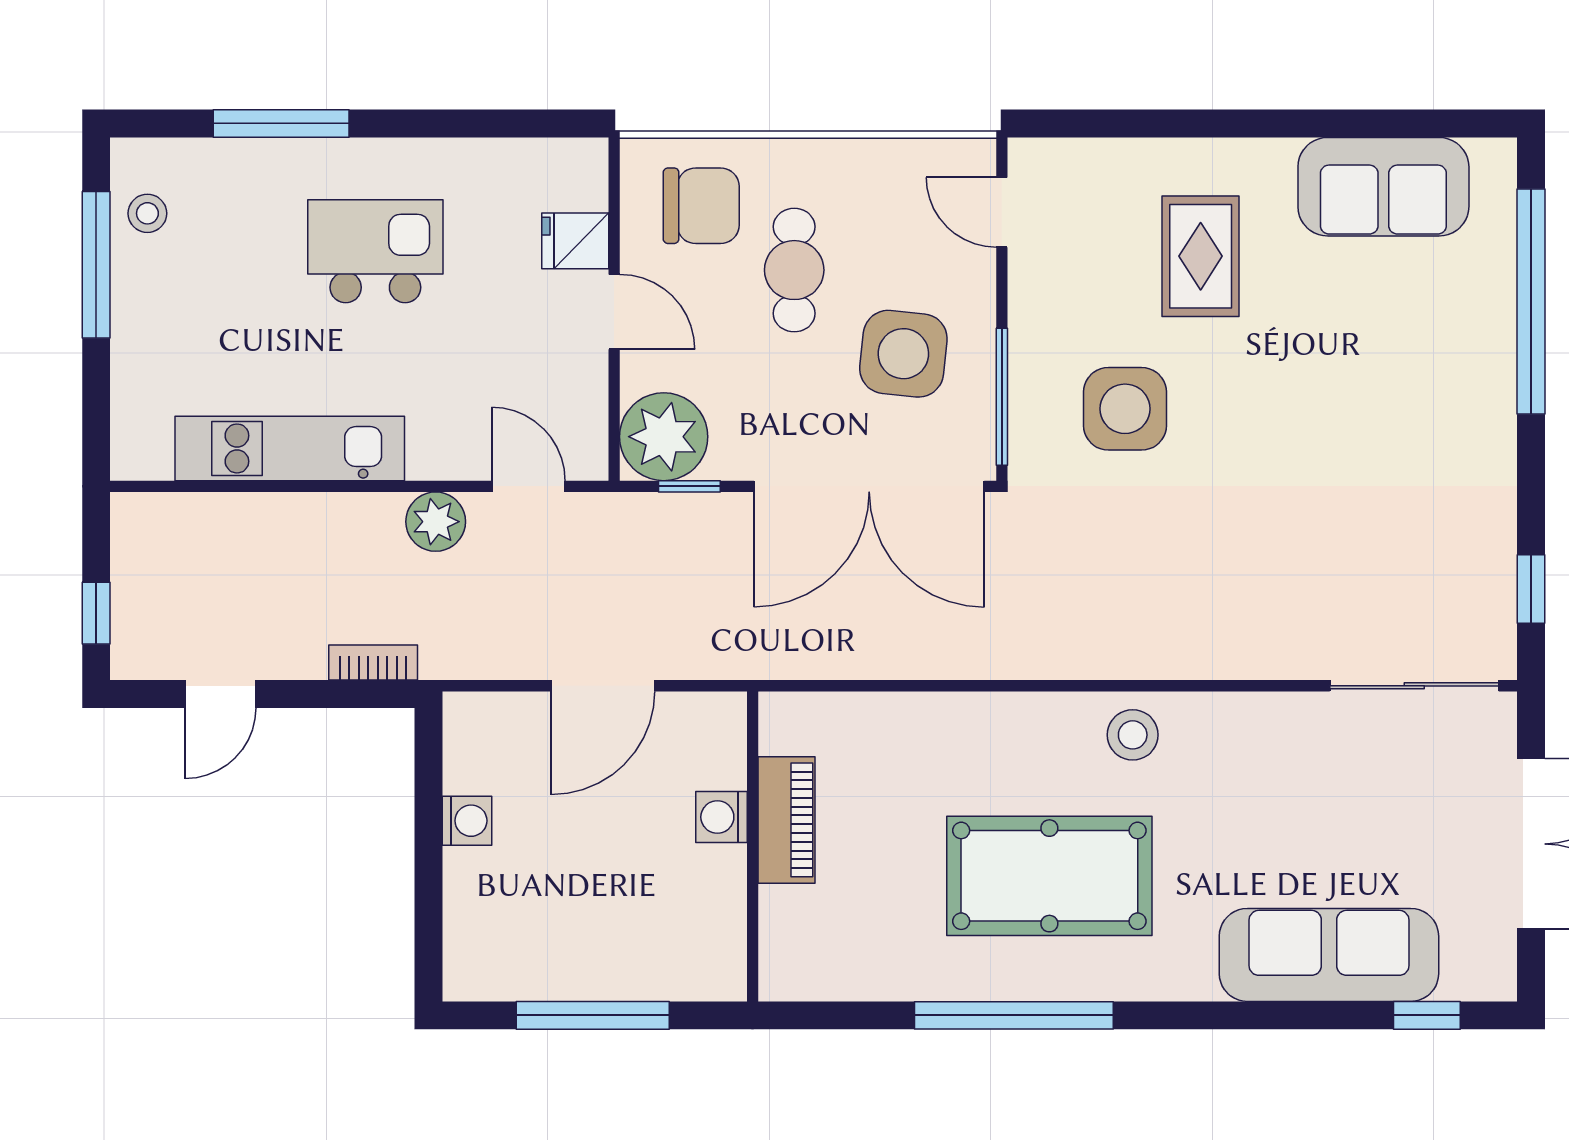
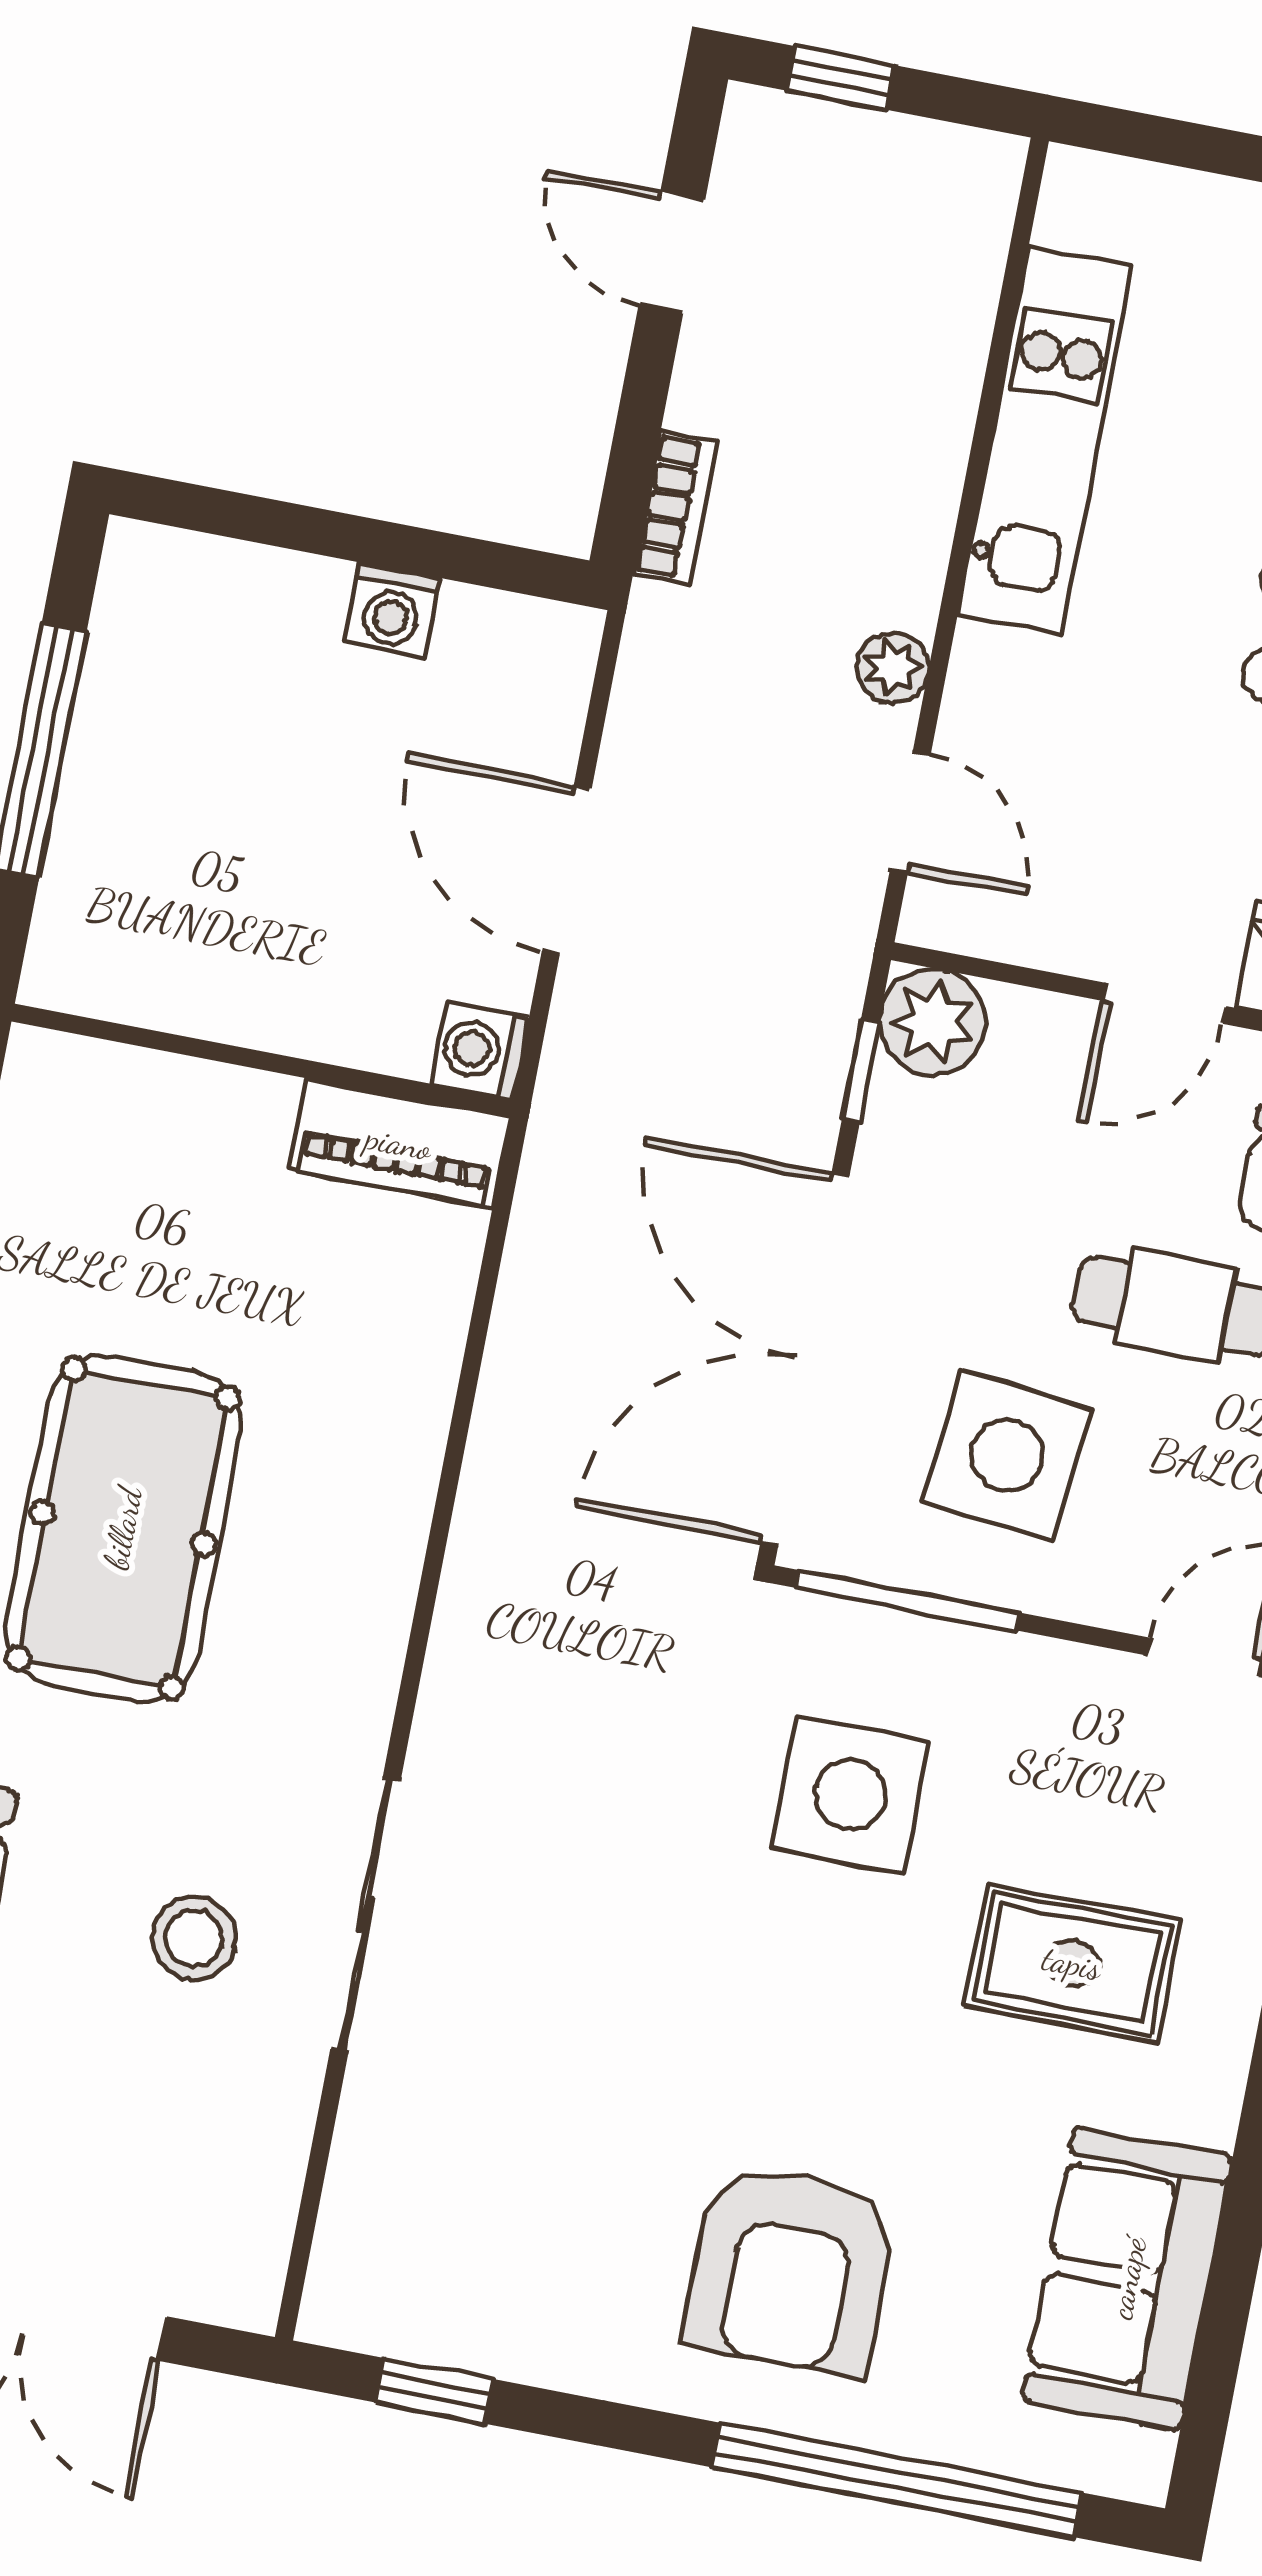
armchair: (1417, 390) -> (790, 2269), added
plant: (664, 437) -> (933, 1022), width x0.73, depth x0.73
door: (528, 486) -> (910, 812), hinge flipped
plant: (436, 522) -> (893, 667), width x0.73, depth x0.73
sliding door: (1414, 686) -> (366, 1914), moved
stool: (1133, 735) -> (194, 1938), moved
washing machine: (721, 817) -> (480, 1051), moved, turned -90
piano: (786, 820) -> (399, 1143), moved

